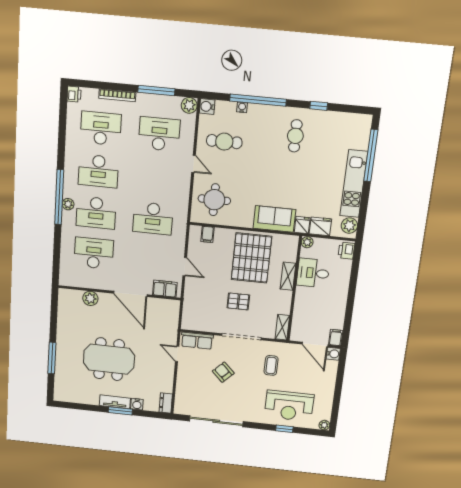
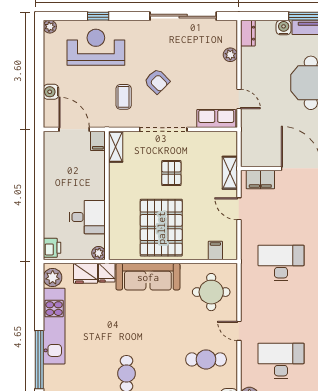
desk: (159, 134) -> (281, 361), turned 180
sofa: (274, 219) -> (148, 277), width x1.36
shelving: (288, 276) -> (230, 173), moved
pallet: (238, 301) -> (171, 173), turned 90
filing cabinet: (336, 338) -> (98, 141), moved
water cooler: (333, 354) -> (51, 92), moved
armchair: (223, 372) -> (157, 81), moved
plant: (181, 388) -> (230, 55), added

